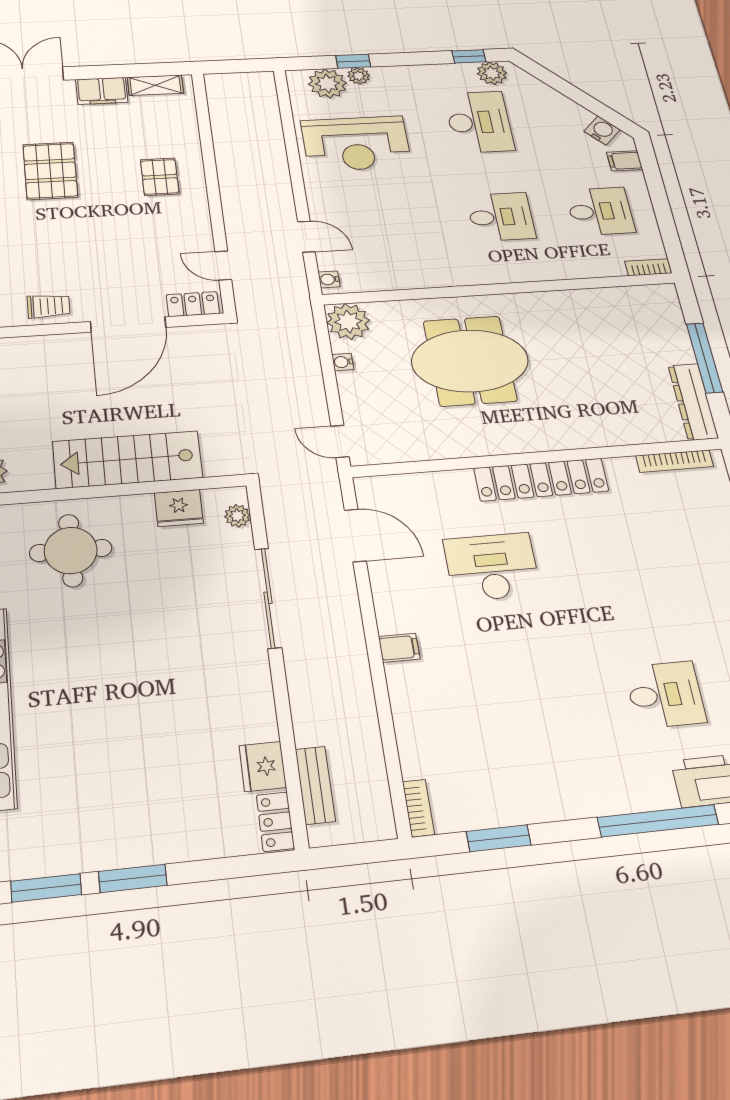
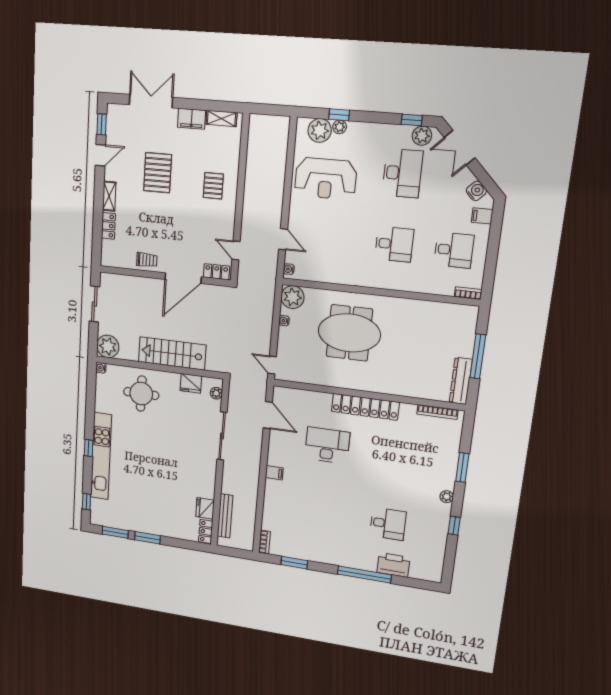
double door: (554, 81) -> (460, 148), added
bench: (315, 785) -> (225, 516), width x1.36

